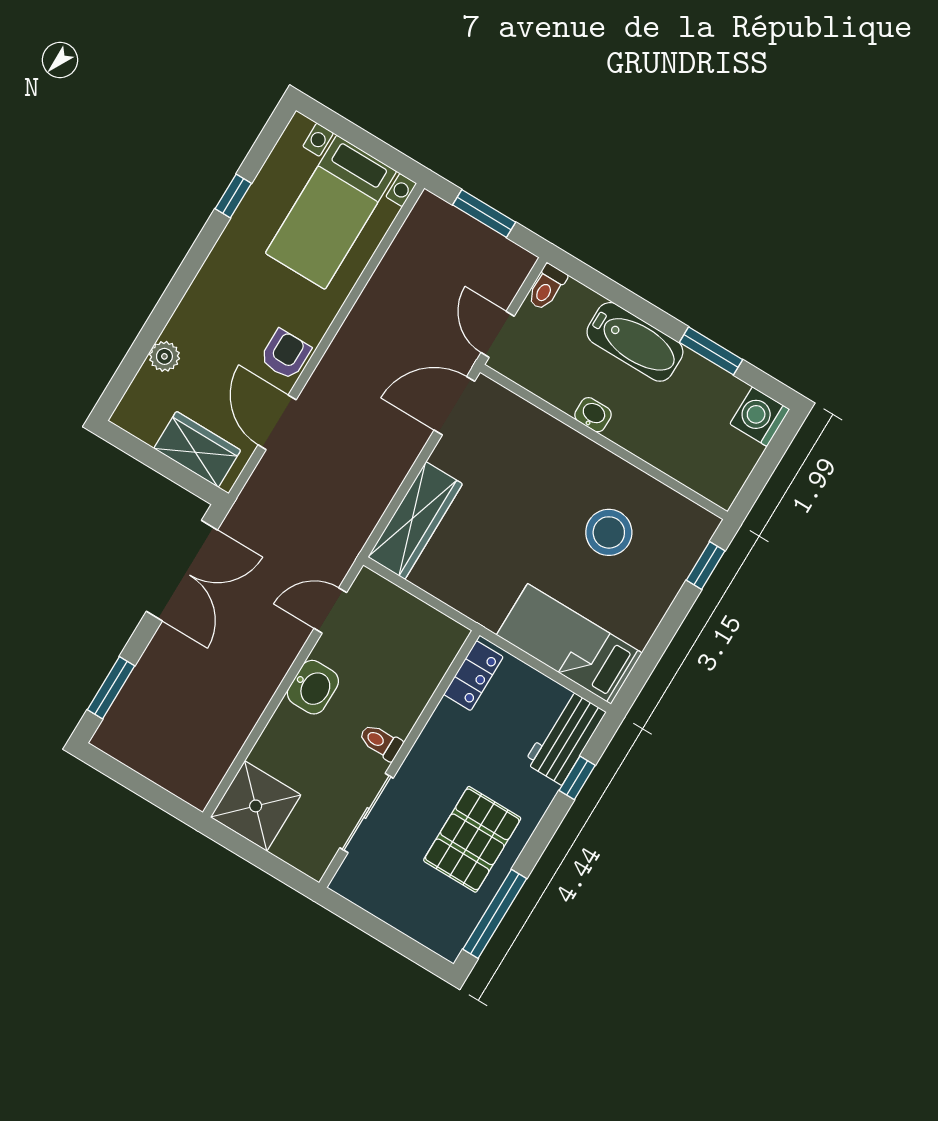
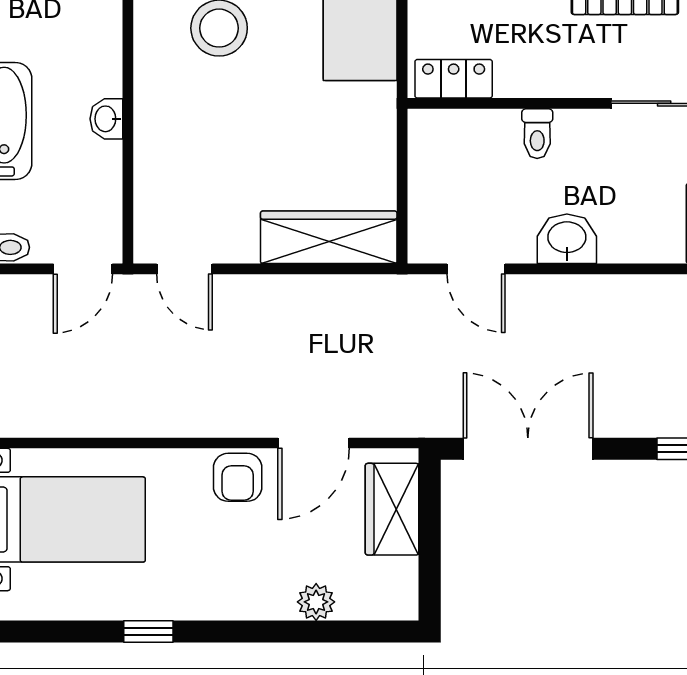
window: (233, 196) -> (148, 631), moved
armchair: (285, 354) -> (238, 477), turned -90
door: (454, 406) -> (184, 269), width x0.73
toilet: (381, 742) -> (537, 134), moved

